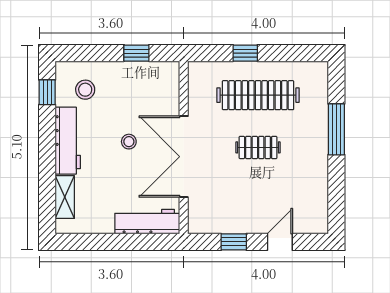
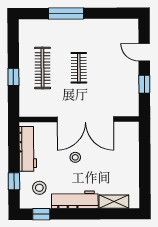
window: (136, 53) -> (14, 181), moved
clothes rail: (258, 95) -> (43, 68), width x0.73, depth x0.76
workbench: (147, 222) -> (28, 149), moved, turned 180

